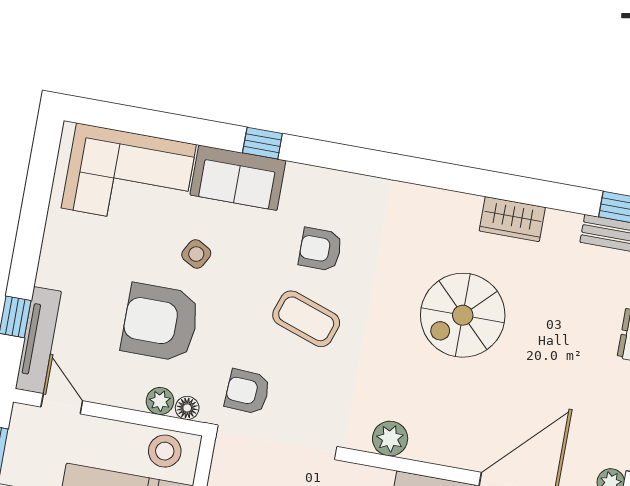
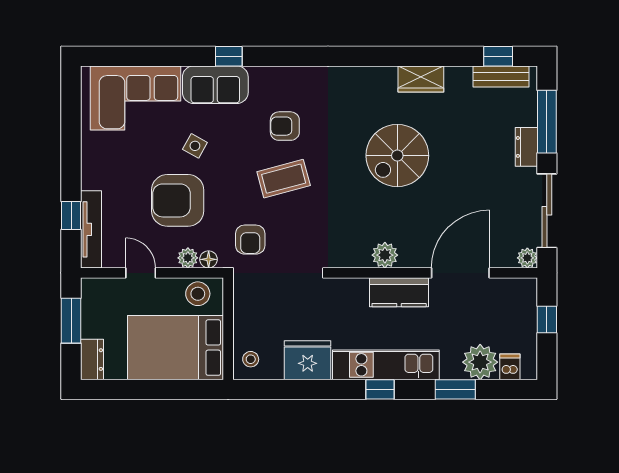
coffee table: (306, 319) -> (284, 179), turned -34
armchair: (247, 392) -> (250, 240), turned -93
door: (62, 404) -> (141, 273), moved
plant: (390, 439) -> (385, 255), moved

